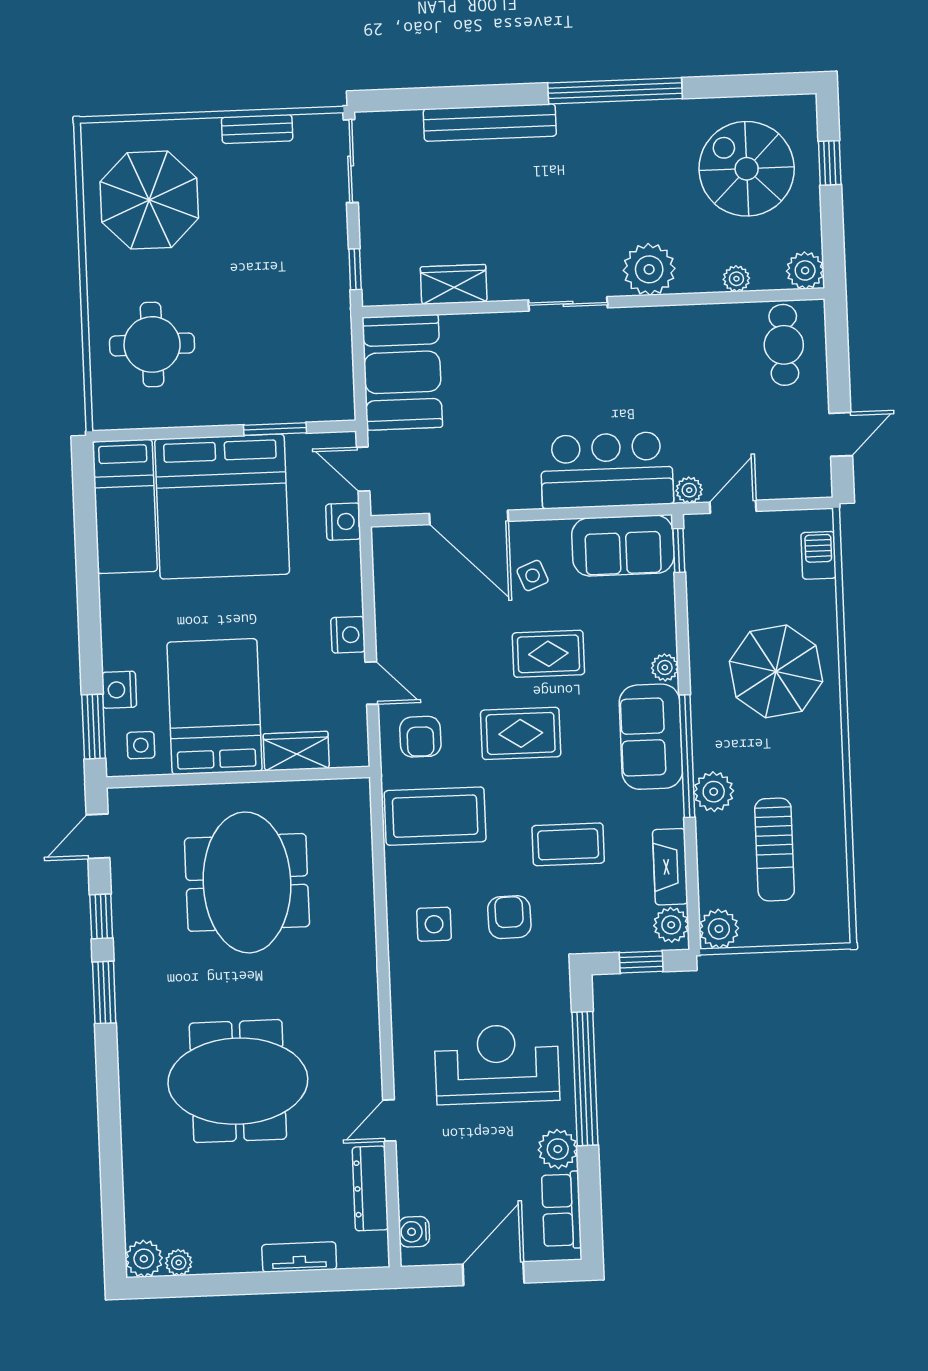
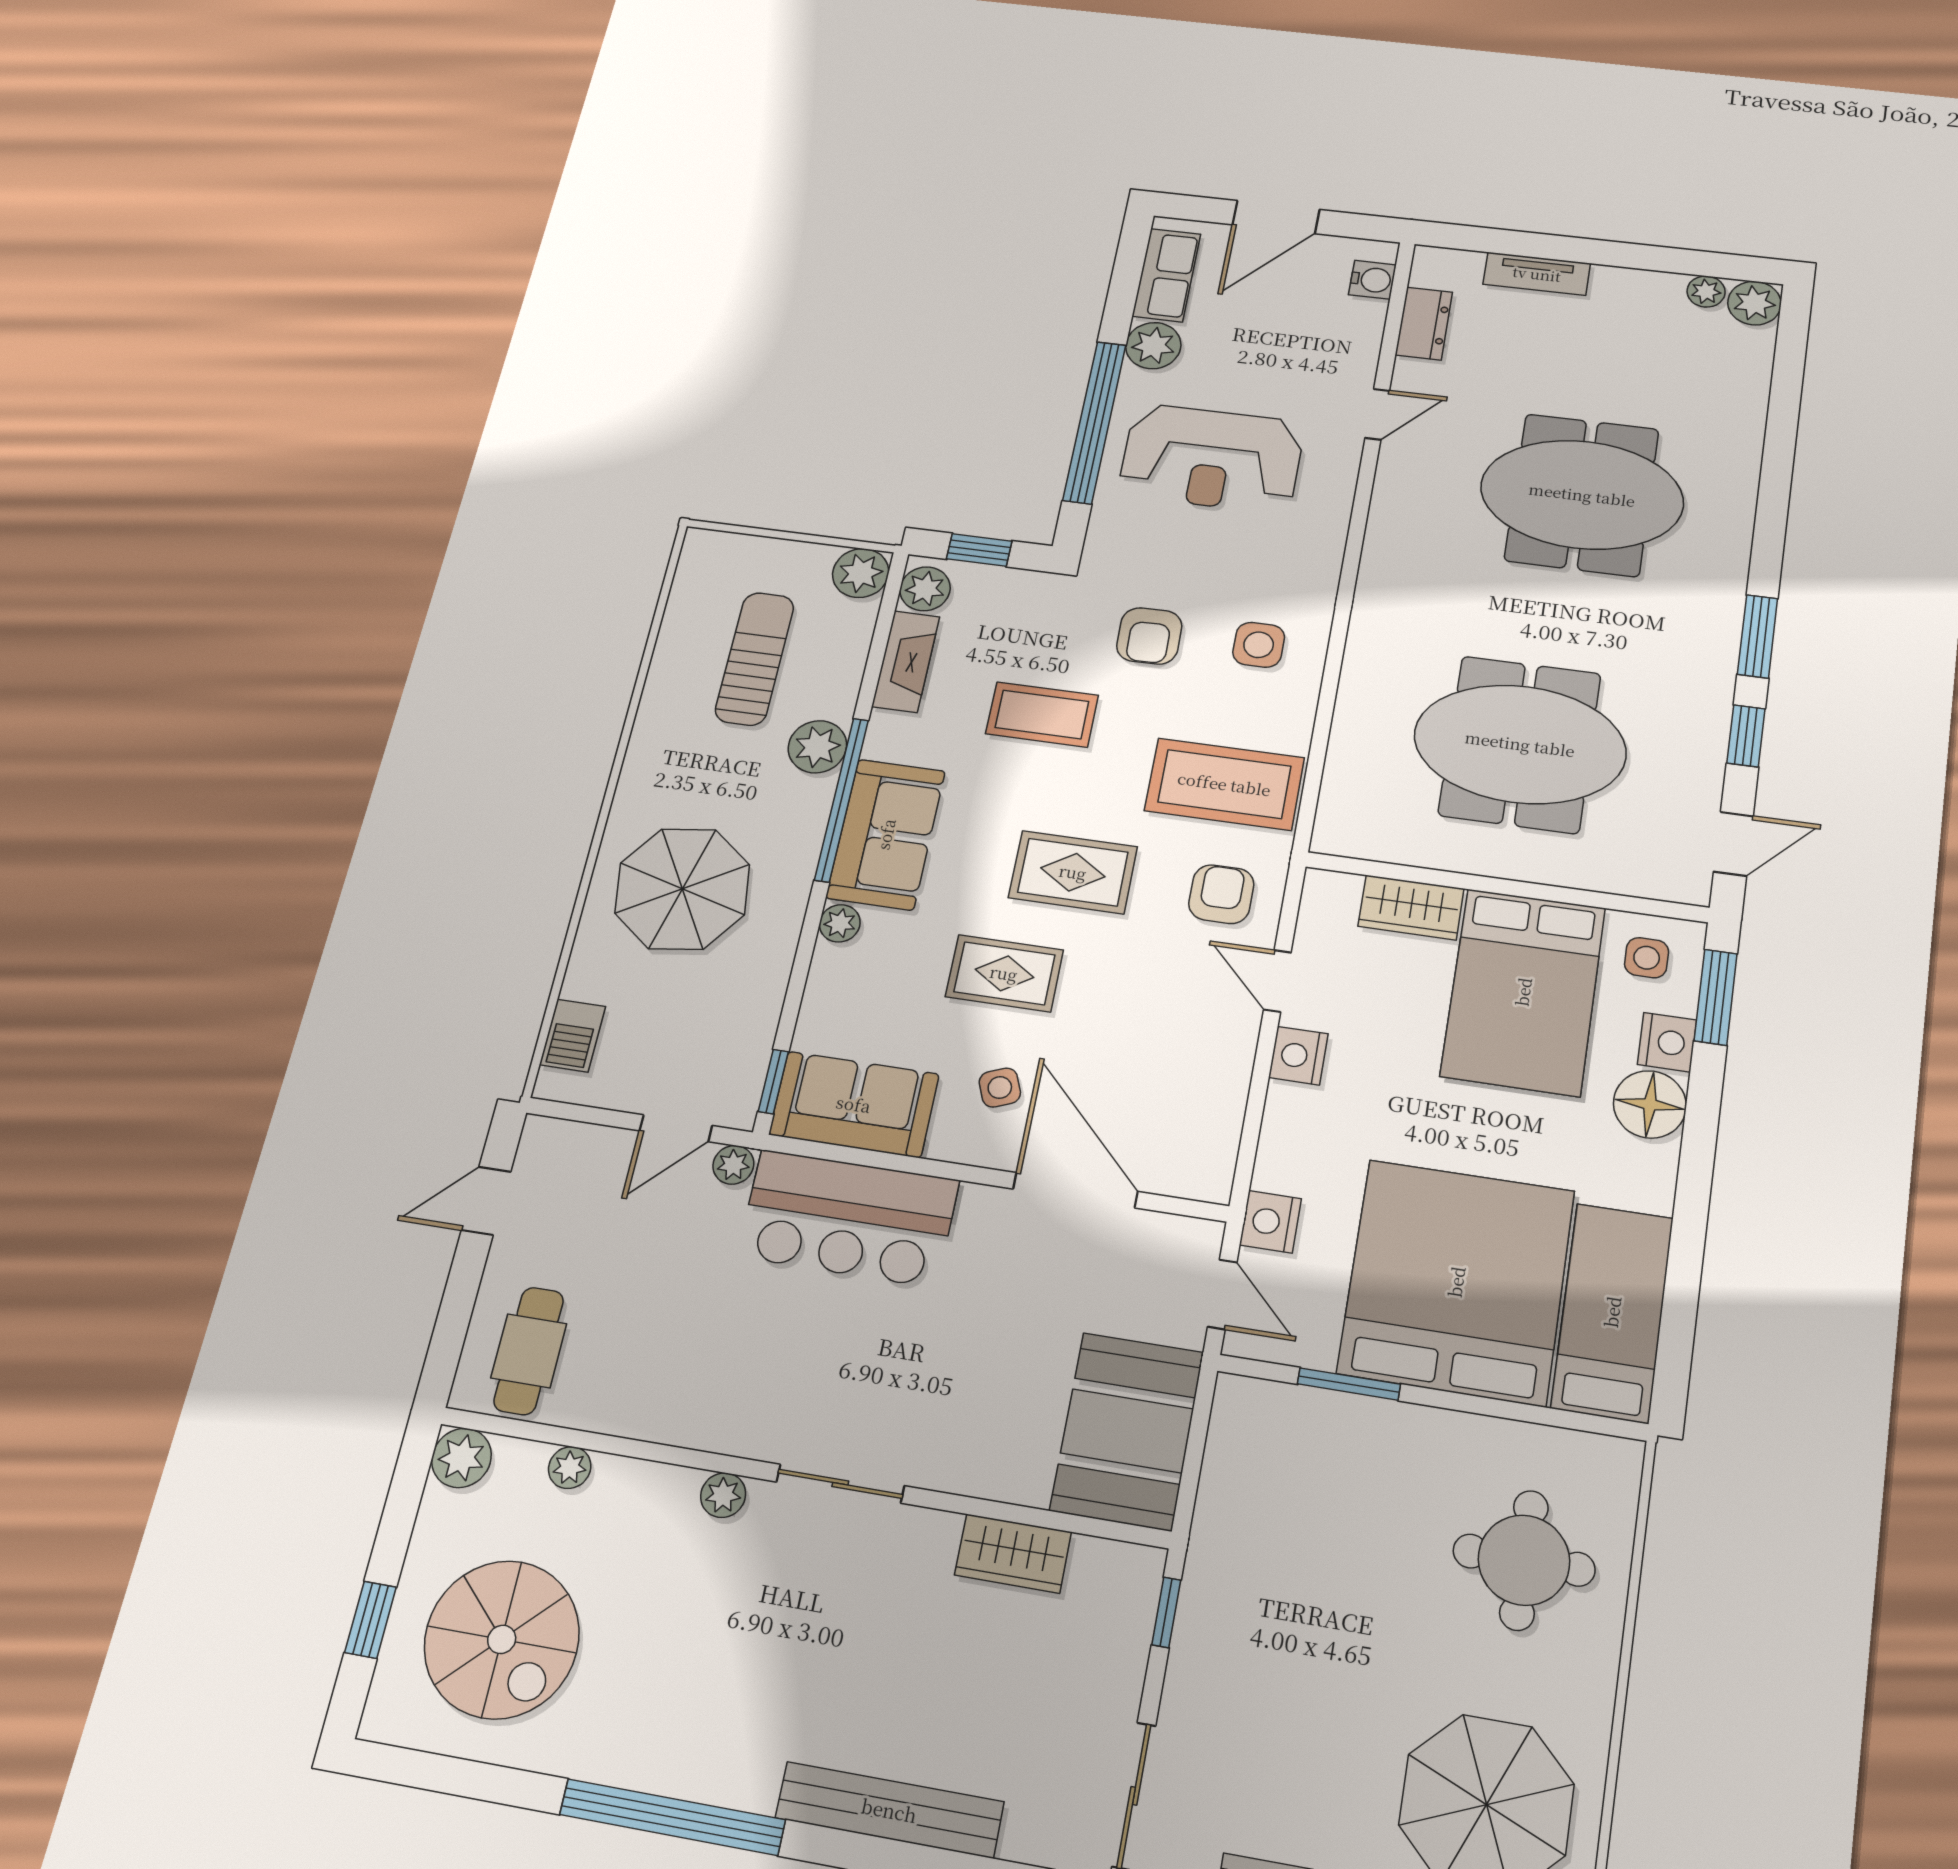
plant: (649, 269) -> (723, 1495), width x0.53, depth x0.53
floor lamp: (123, 646) -> (1650, 1104), added
meeting table: (247, 882) -> (1520, 744), turned 90
dresser: (370, 1188) -> (1424, 323), width x0.70

